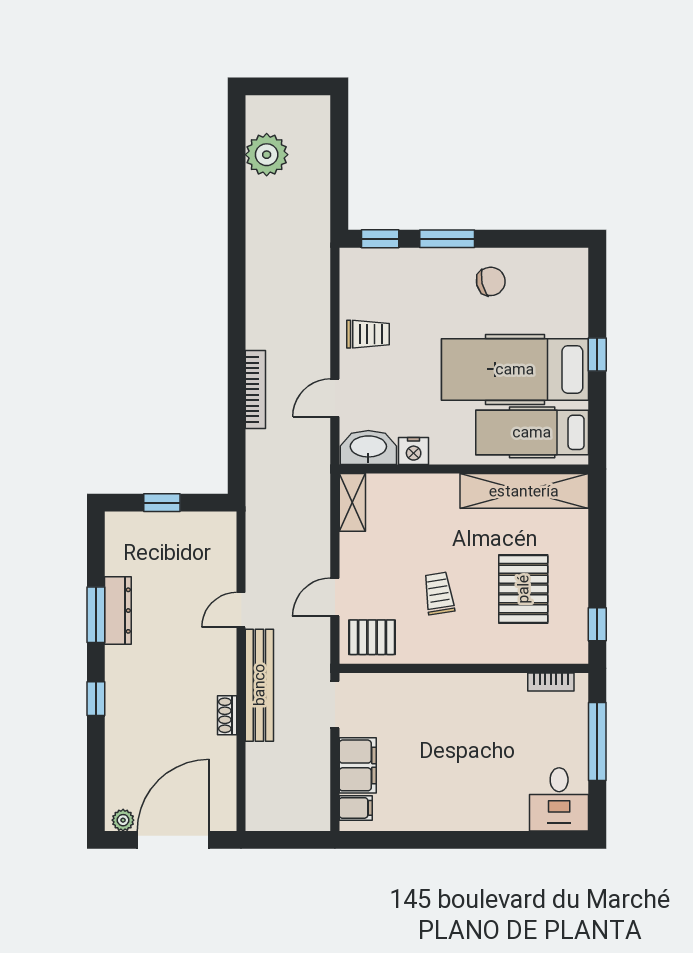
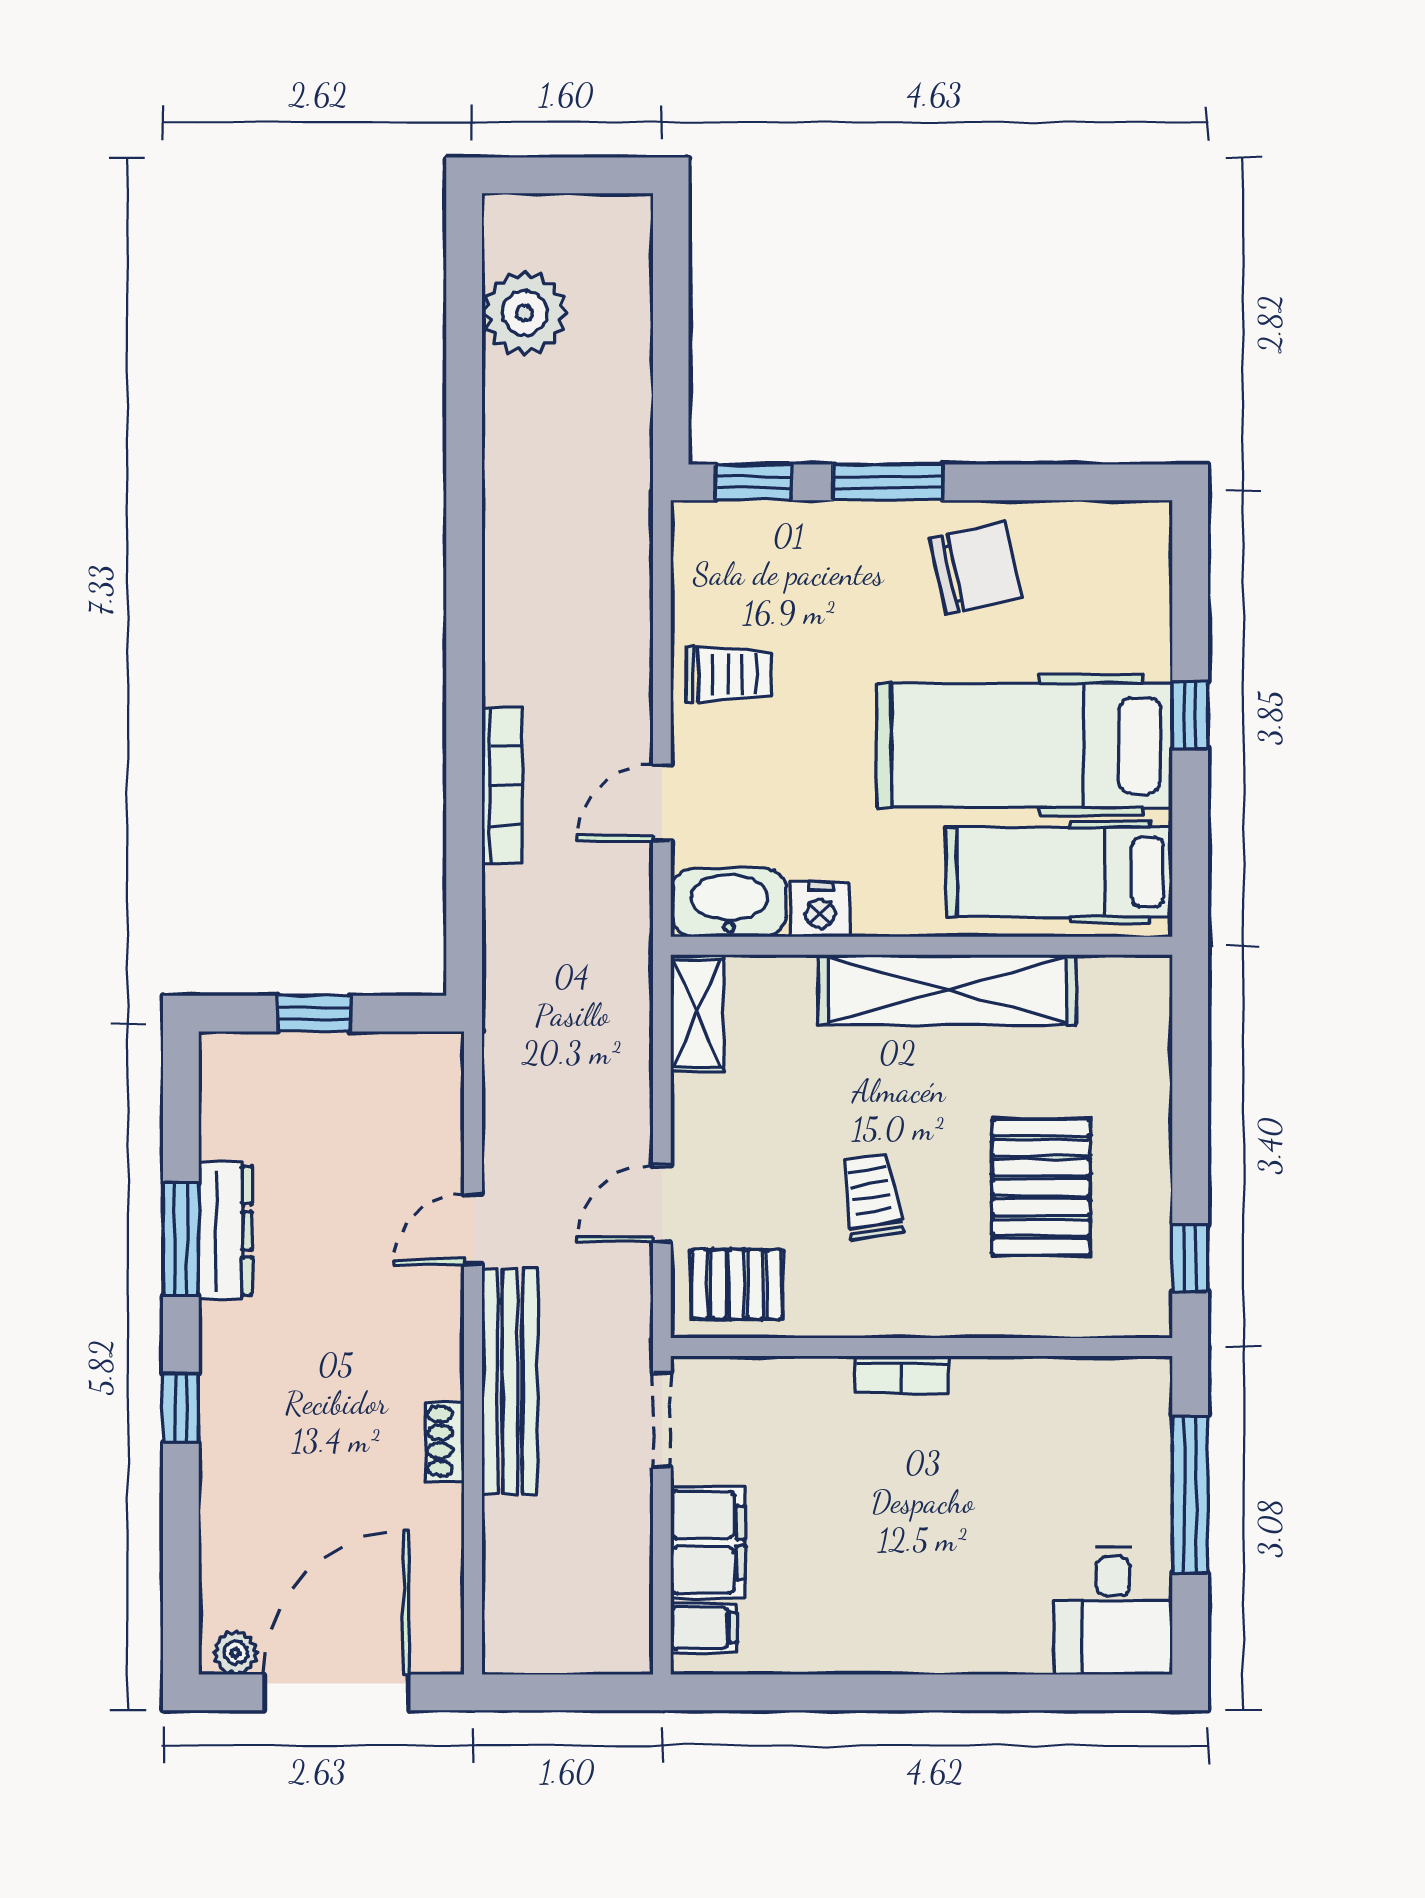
chair: (491, 281) -> (976, 568), width x1.37, depth x1.37
shelving: (524, 491) -> (948, 990), moved
bookcase: (551, 682) -> (902, 1374), moved

